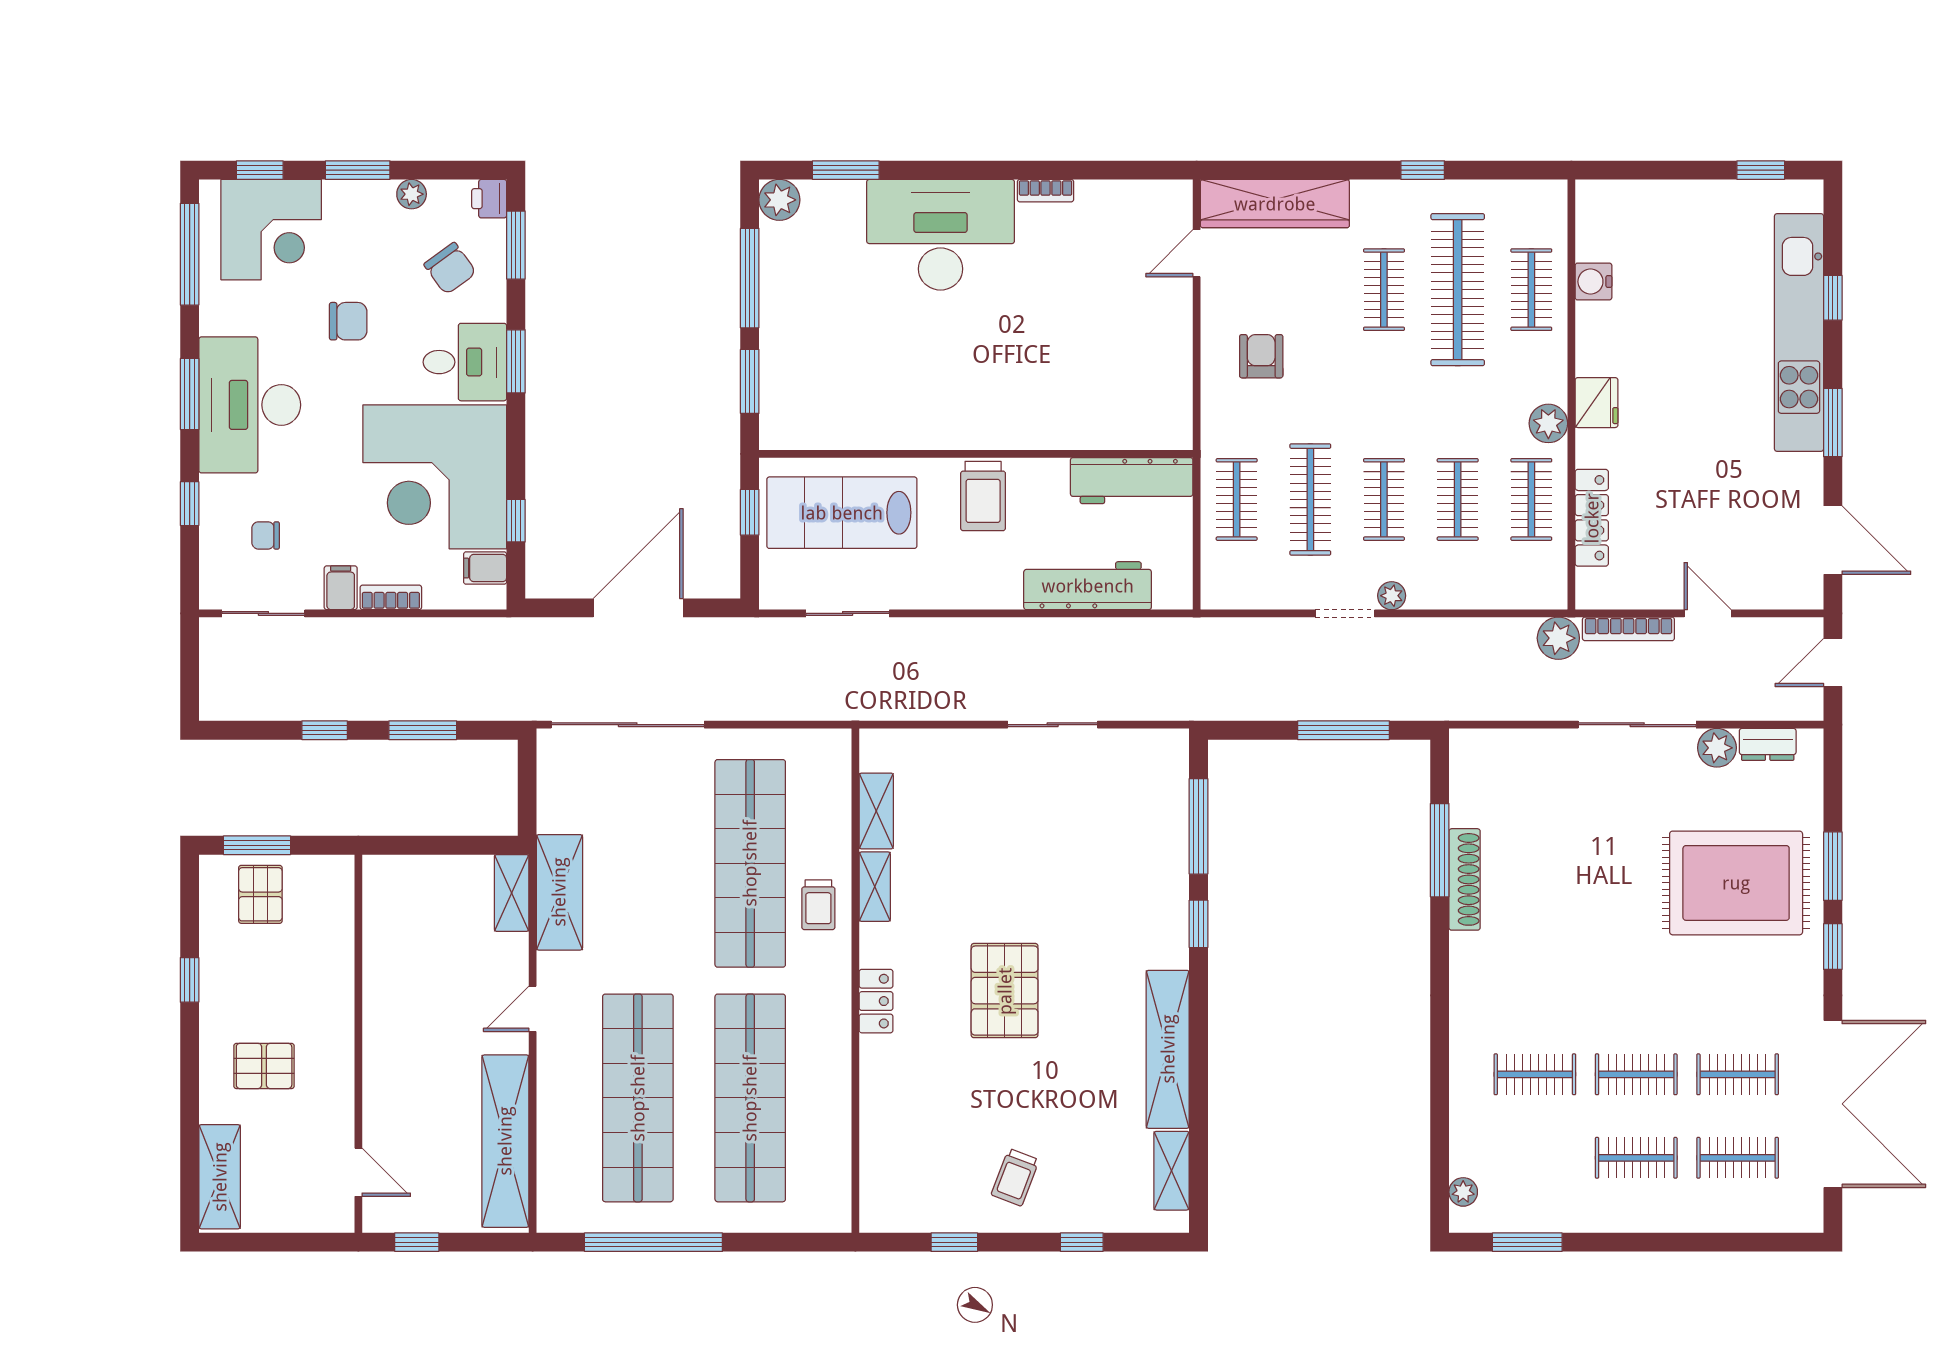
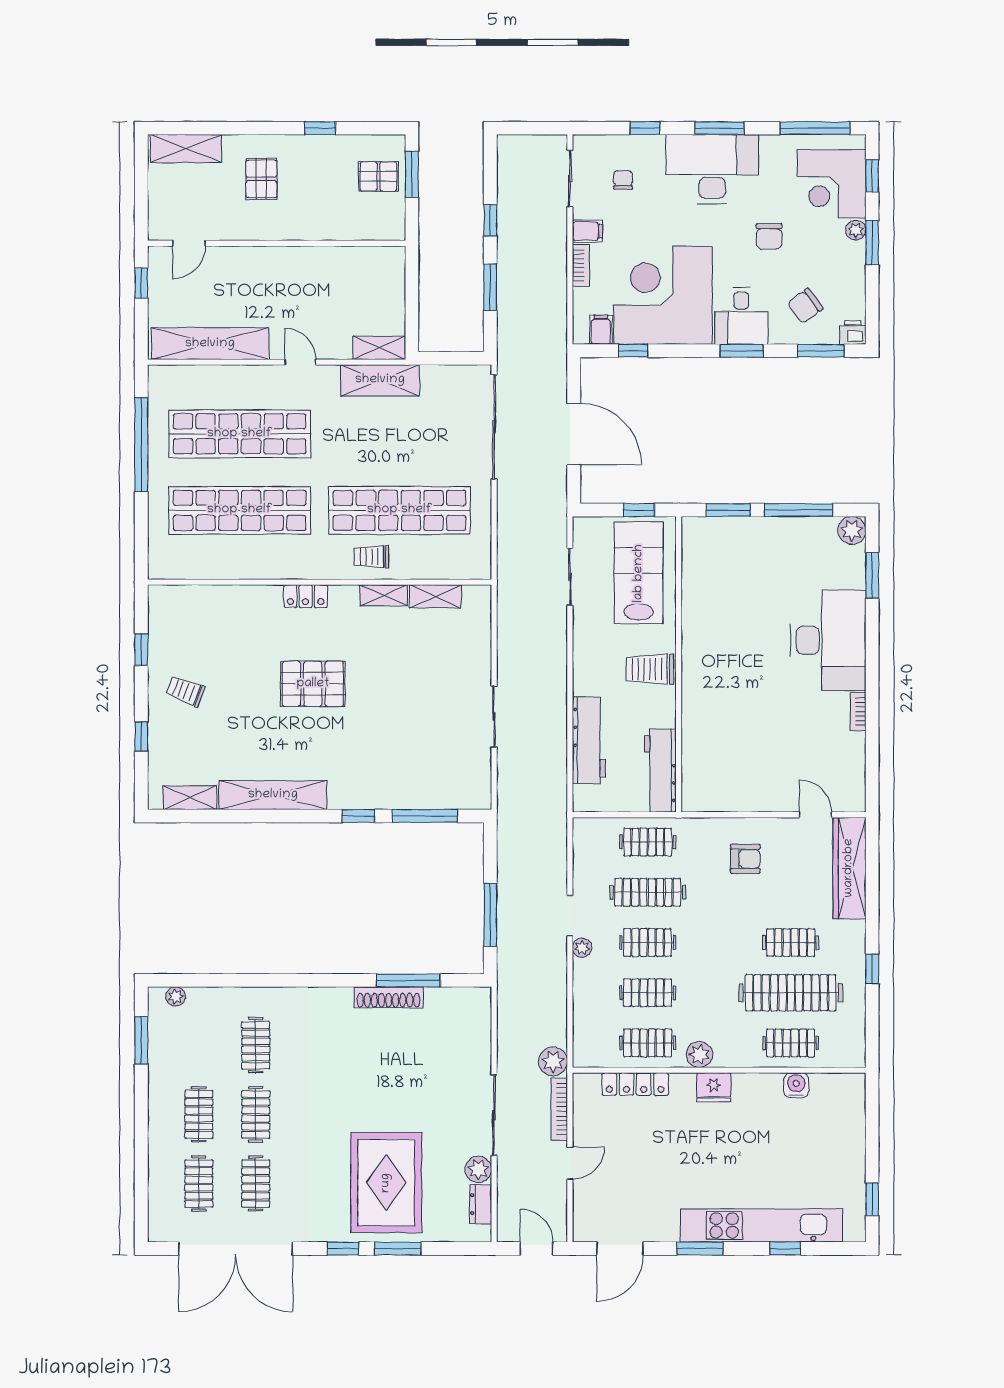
plant: (412, 194) -> (856, 230), moved

